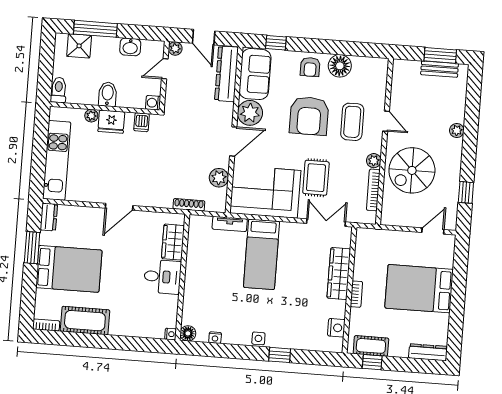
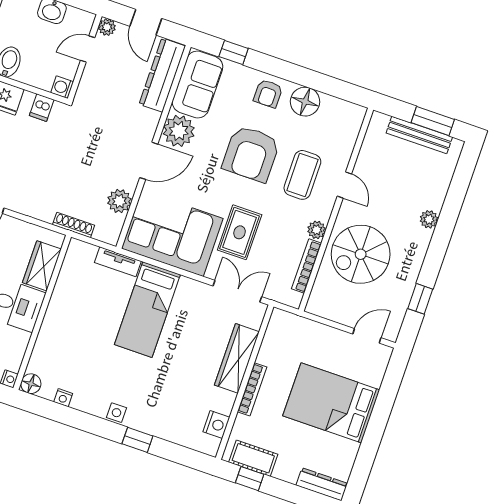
bench: (440, 69) -> (419, 135), width x1.36
bookcase: (356, 294) -> (252, 389), width x1.56

